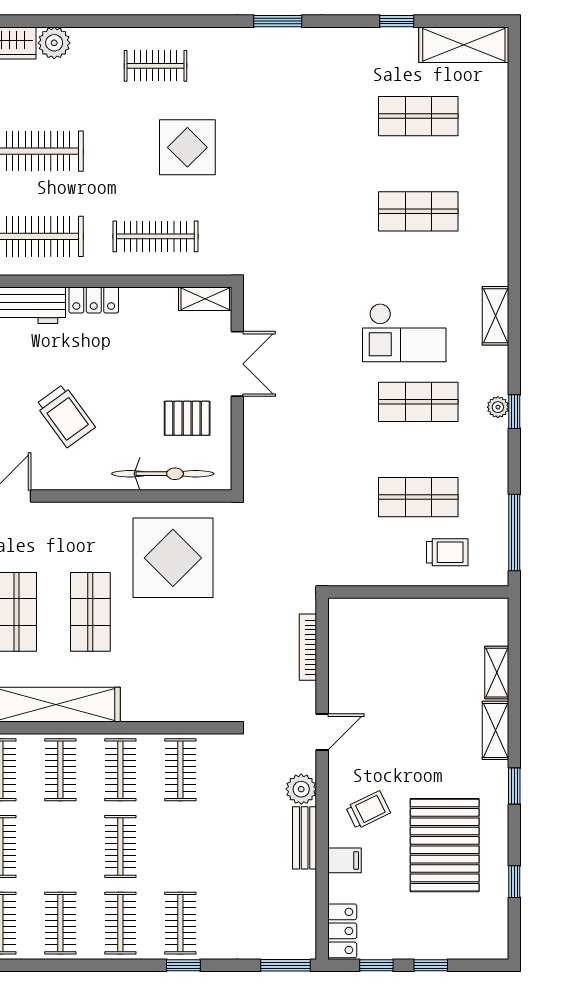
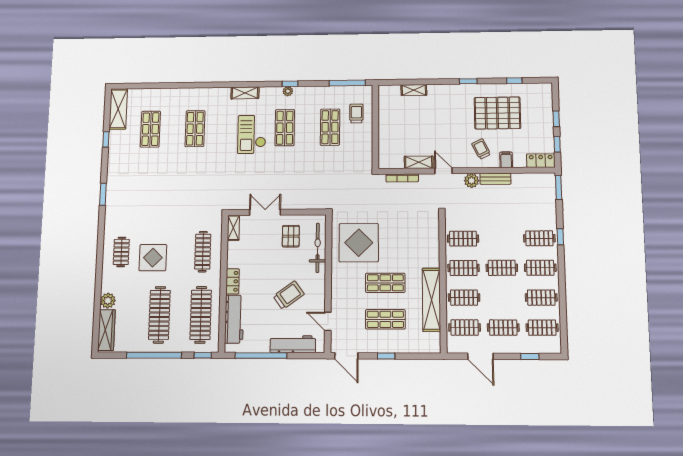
display table: (187, 147) -> (153, 258), moved
checkout: (404, 333) -> (252, 134), turned 180
shelving: (496, 730) -> (419, 162), moved

